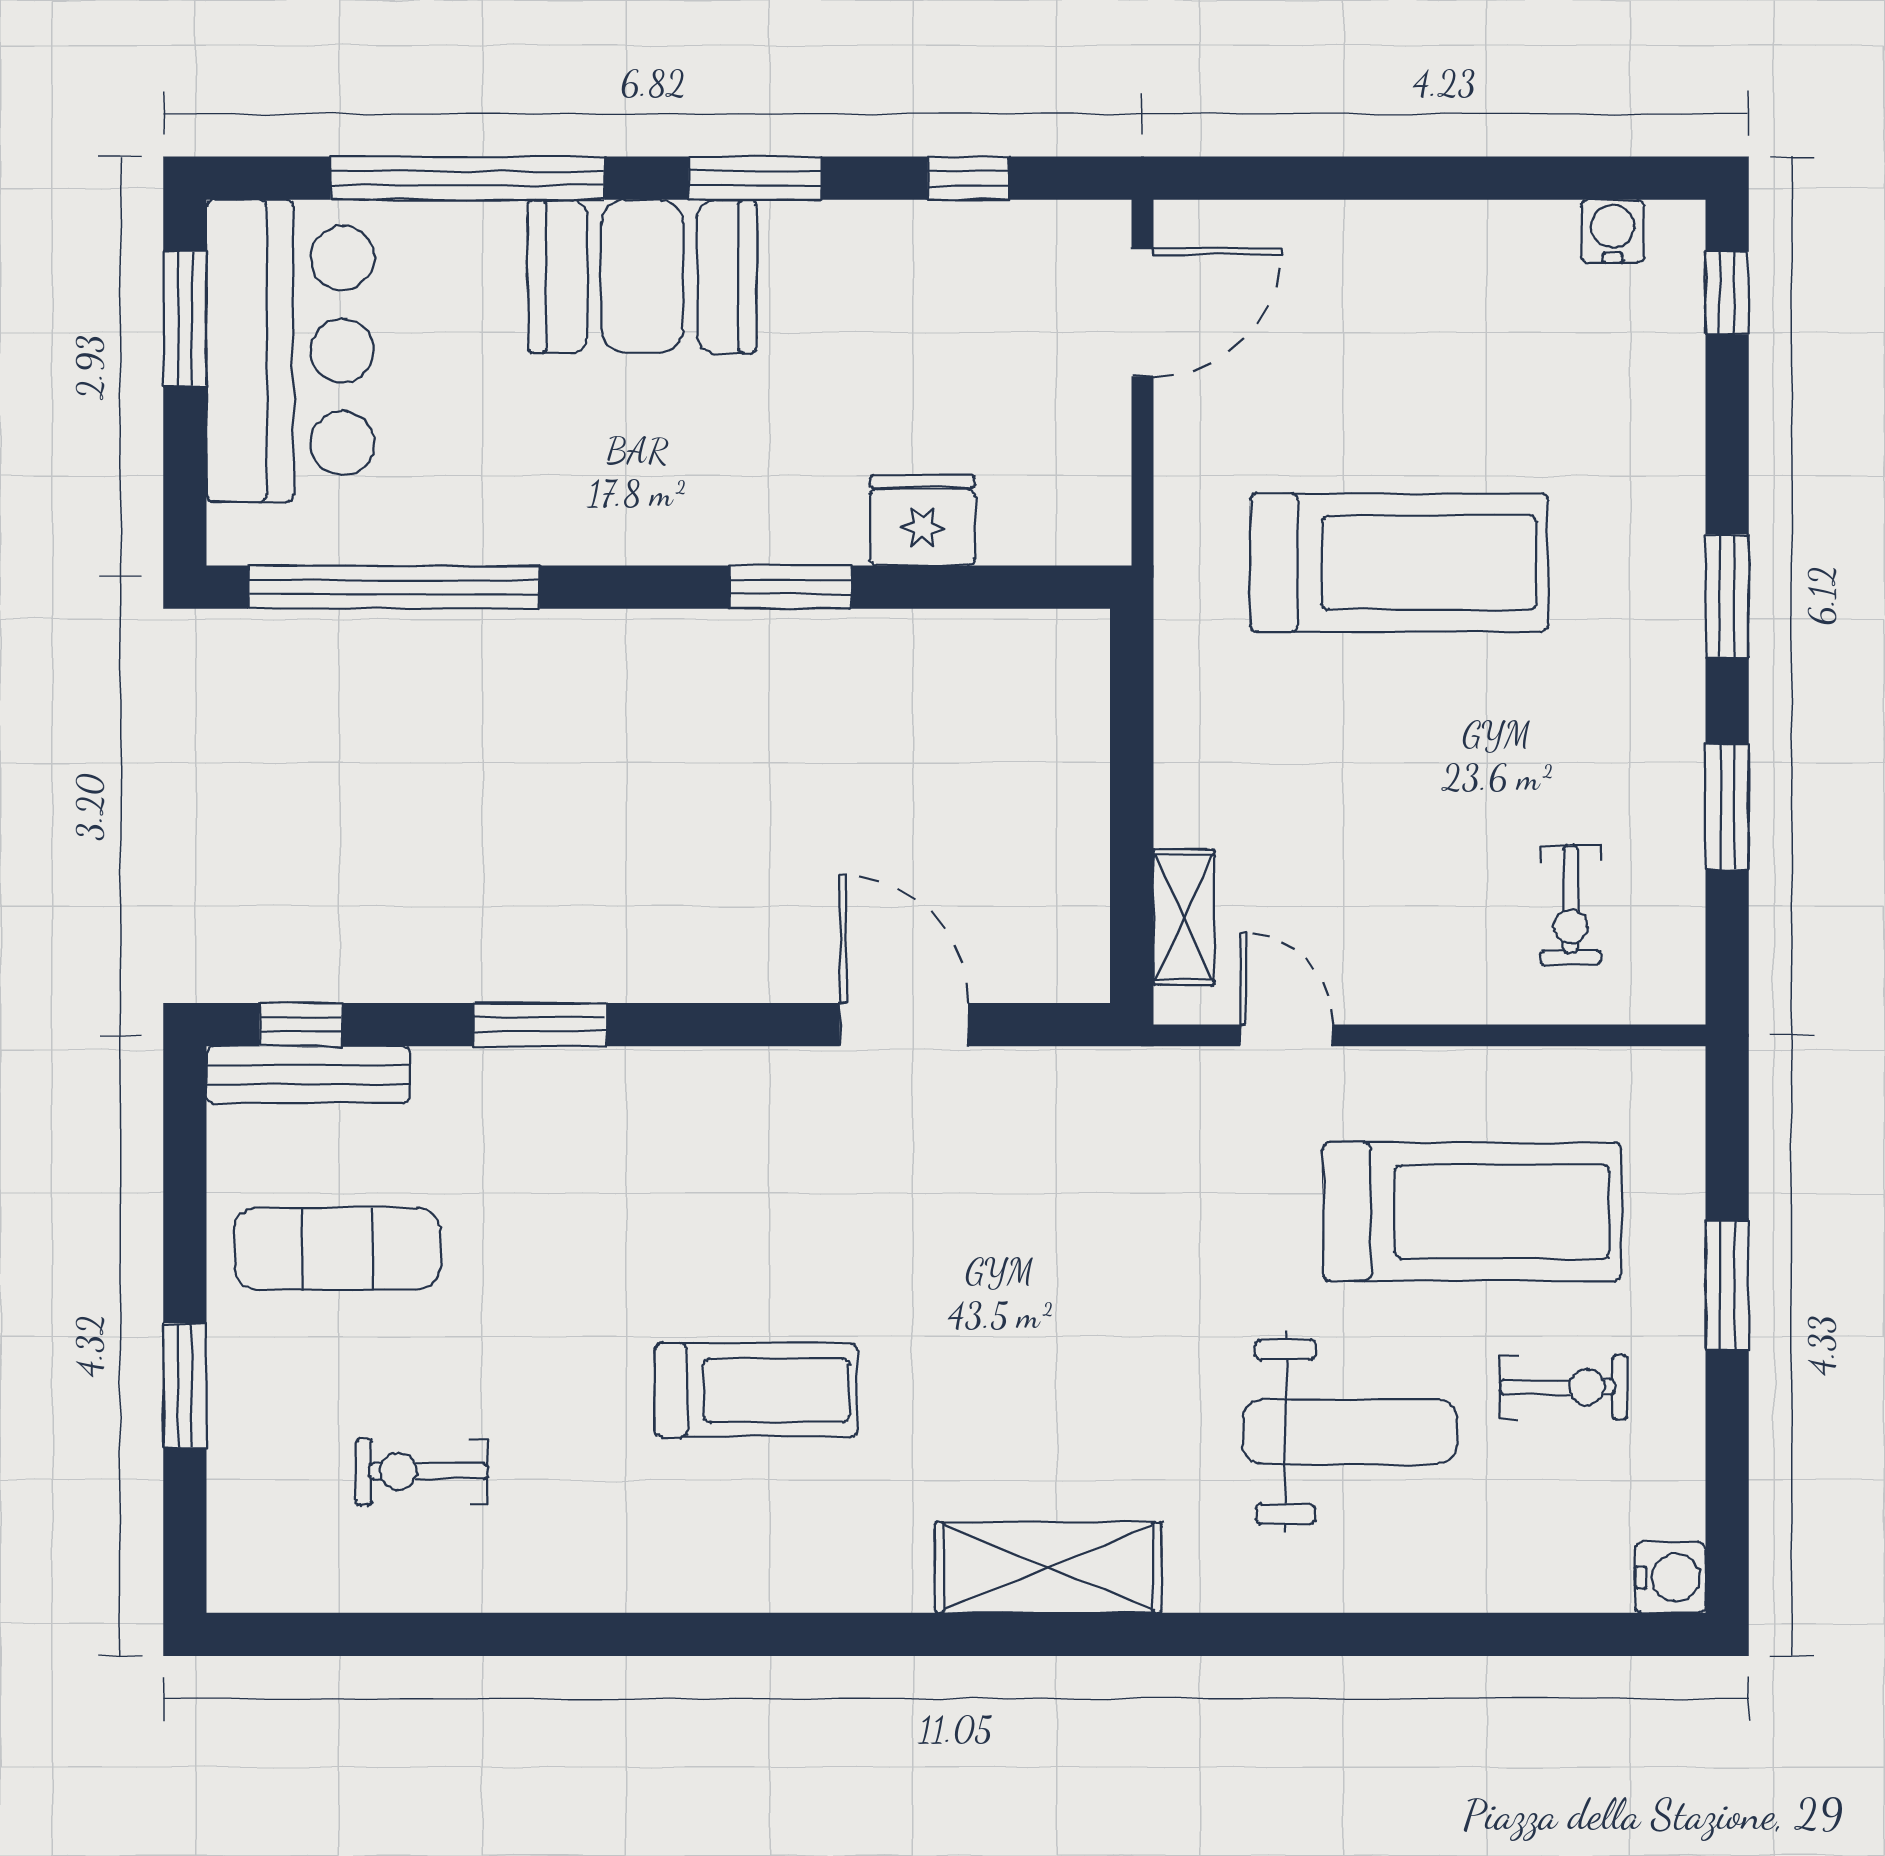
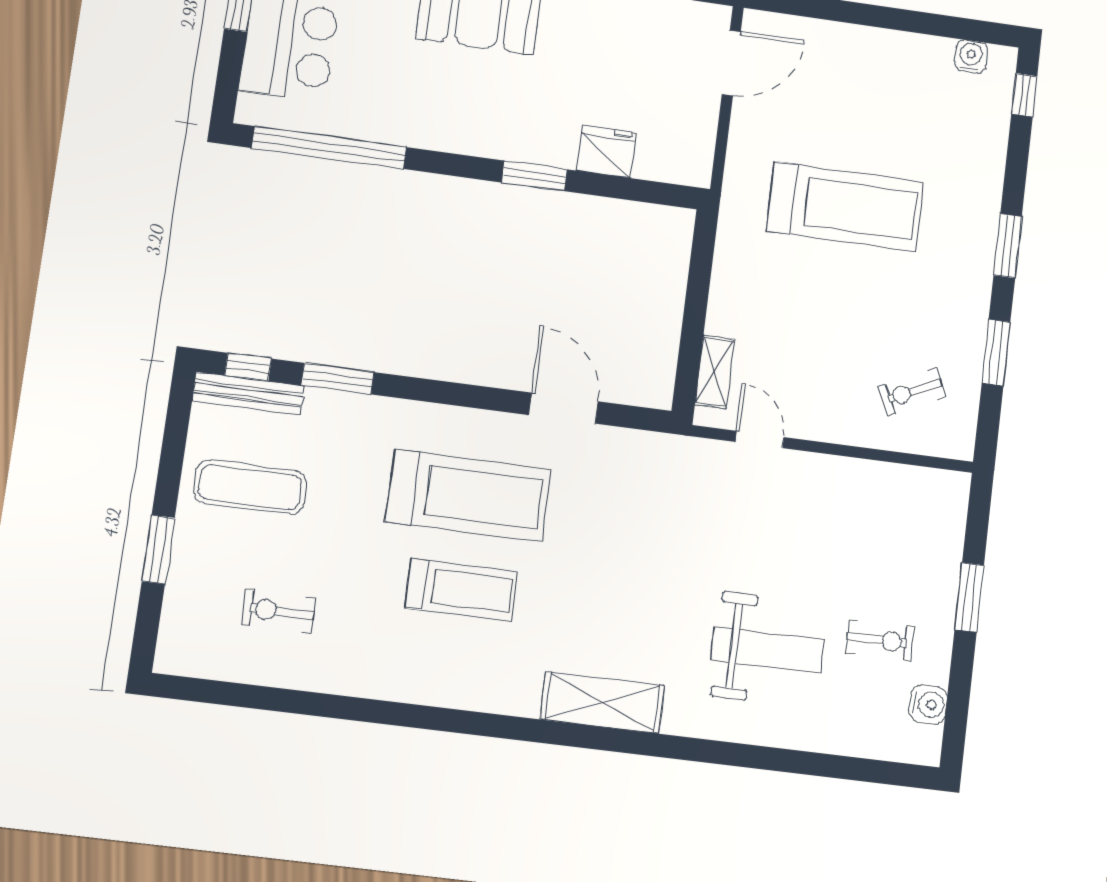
exercise bike: (1571, 905) -> (912, 392), turned 65
window: (540, 1025) -> (338, 379), moved
treadmill: (1472, 1212) -> (468, 495), moved
water cooler: (1670, 1578) -> (928, 704), moved

